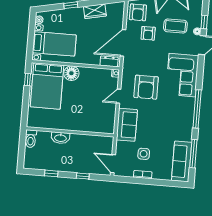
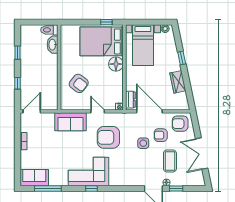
corner sofa: (182, 75) -> (89, 171), moved
window: (197, 109) -> (91, 188), width x0.32
armchair: (88, 113) -> (79, 83), added
washbasin: (60, 138) -> (53, 45), moved
side table: (144, 154) -> (143, 143), moved
sofa: (182, 161) -> (34, 178), width x0.73

